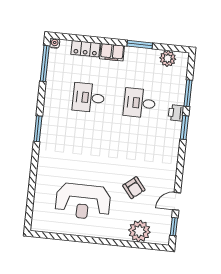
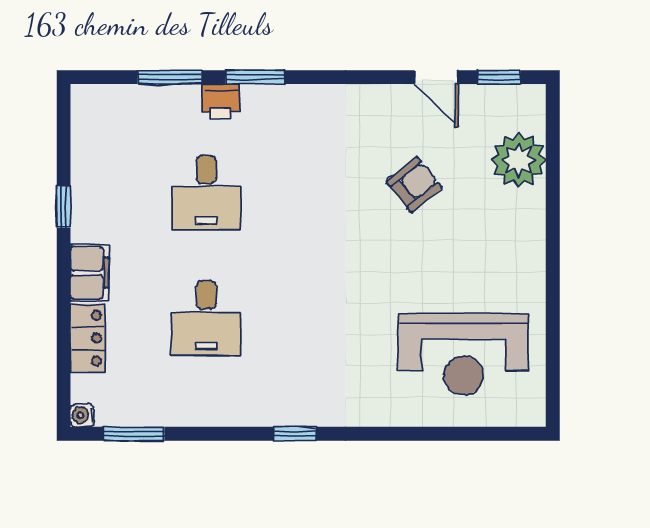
window: (140, 45) -> (64, 207), width x0.67
plant: (168, 58) -> (90, 135), removed
window: (45, 63) -> (134, 434), width x0.69
window: (38, 129) -> (295, 434), width x0.67
reception desk: (83, 202) -> (464, 354), moved, turned 90

